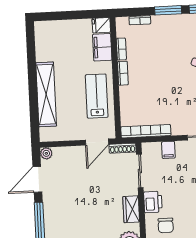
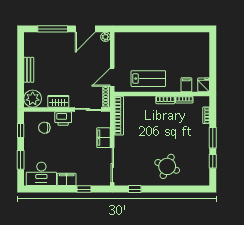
filing cabinet: (102, 47) -> (186, 85), width x0.50
shelving: (46, 94) -> (152, 39), removed
door: (97, 142) -> (112, 77), hinge flipped
filing cabinet: (168, 150) -> (103, 138), width x2.00
door: (37, 179) -> (85, 29), swing flipped

